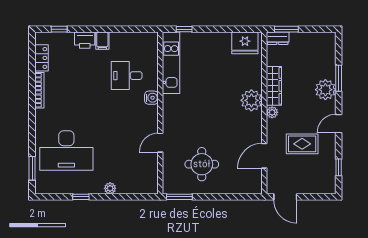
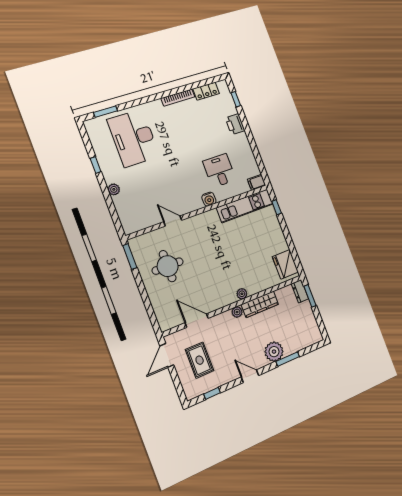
filing cabinet: (102, 41) -> (257, 182), moved
plant: (251, 100) -> (242, 294), width x0.53, depth x0.53
rug: (302, 144) -> (200, 360), moved

